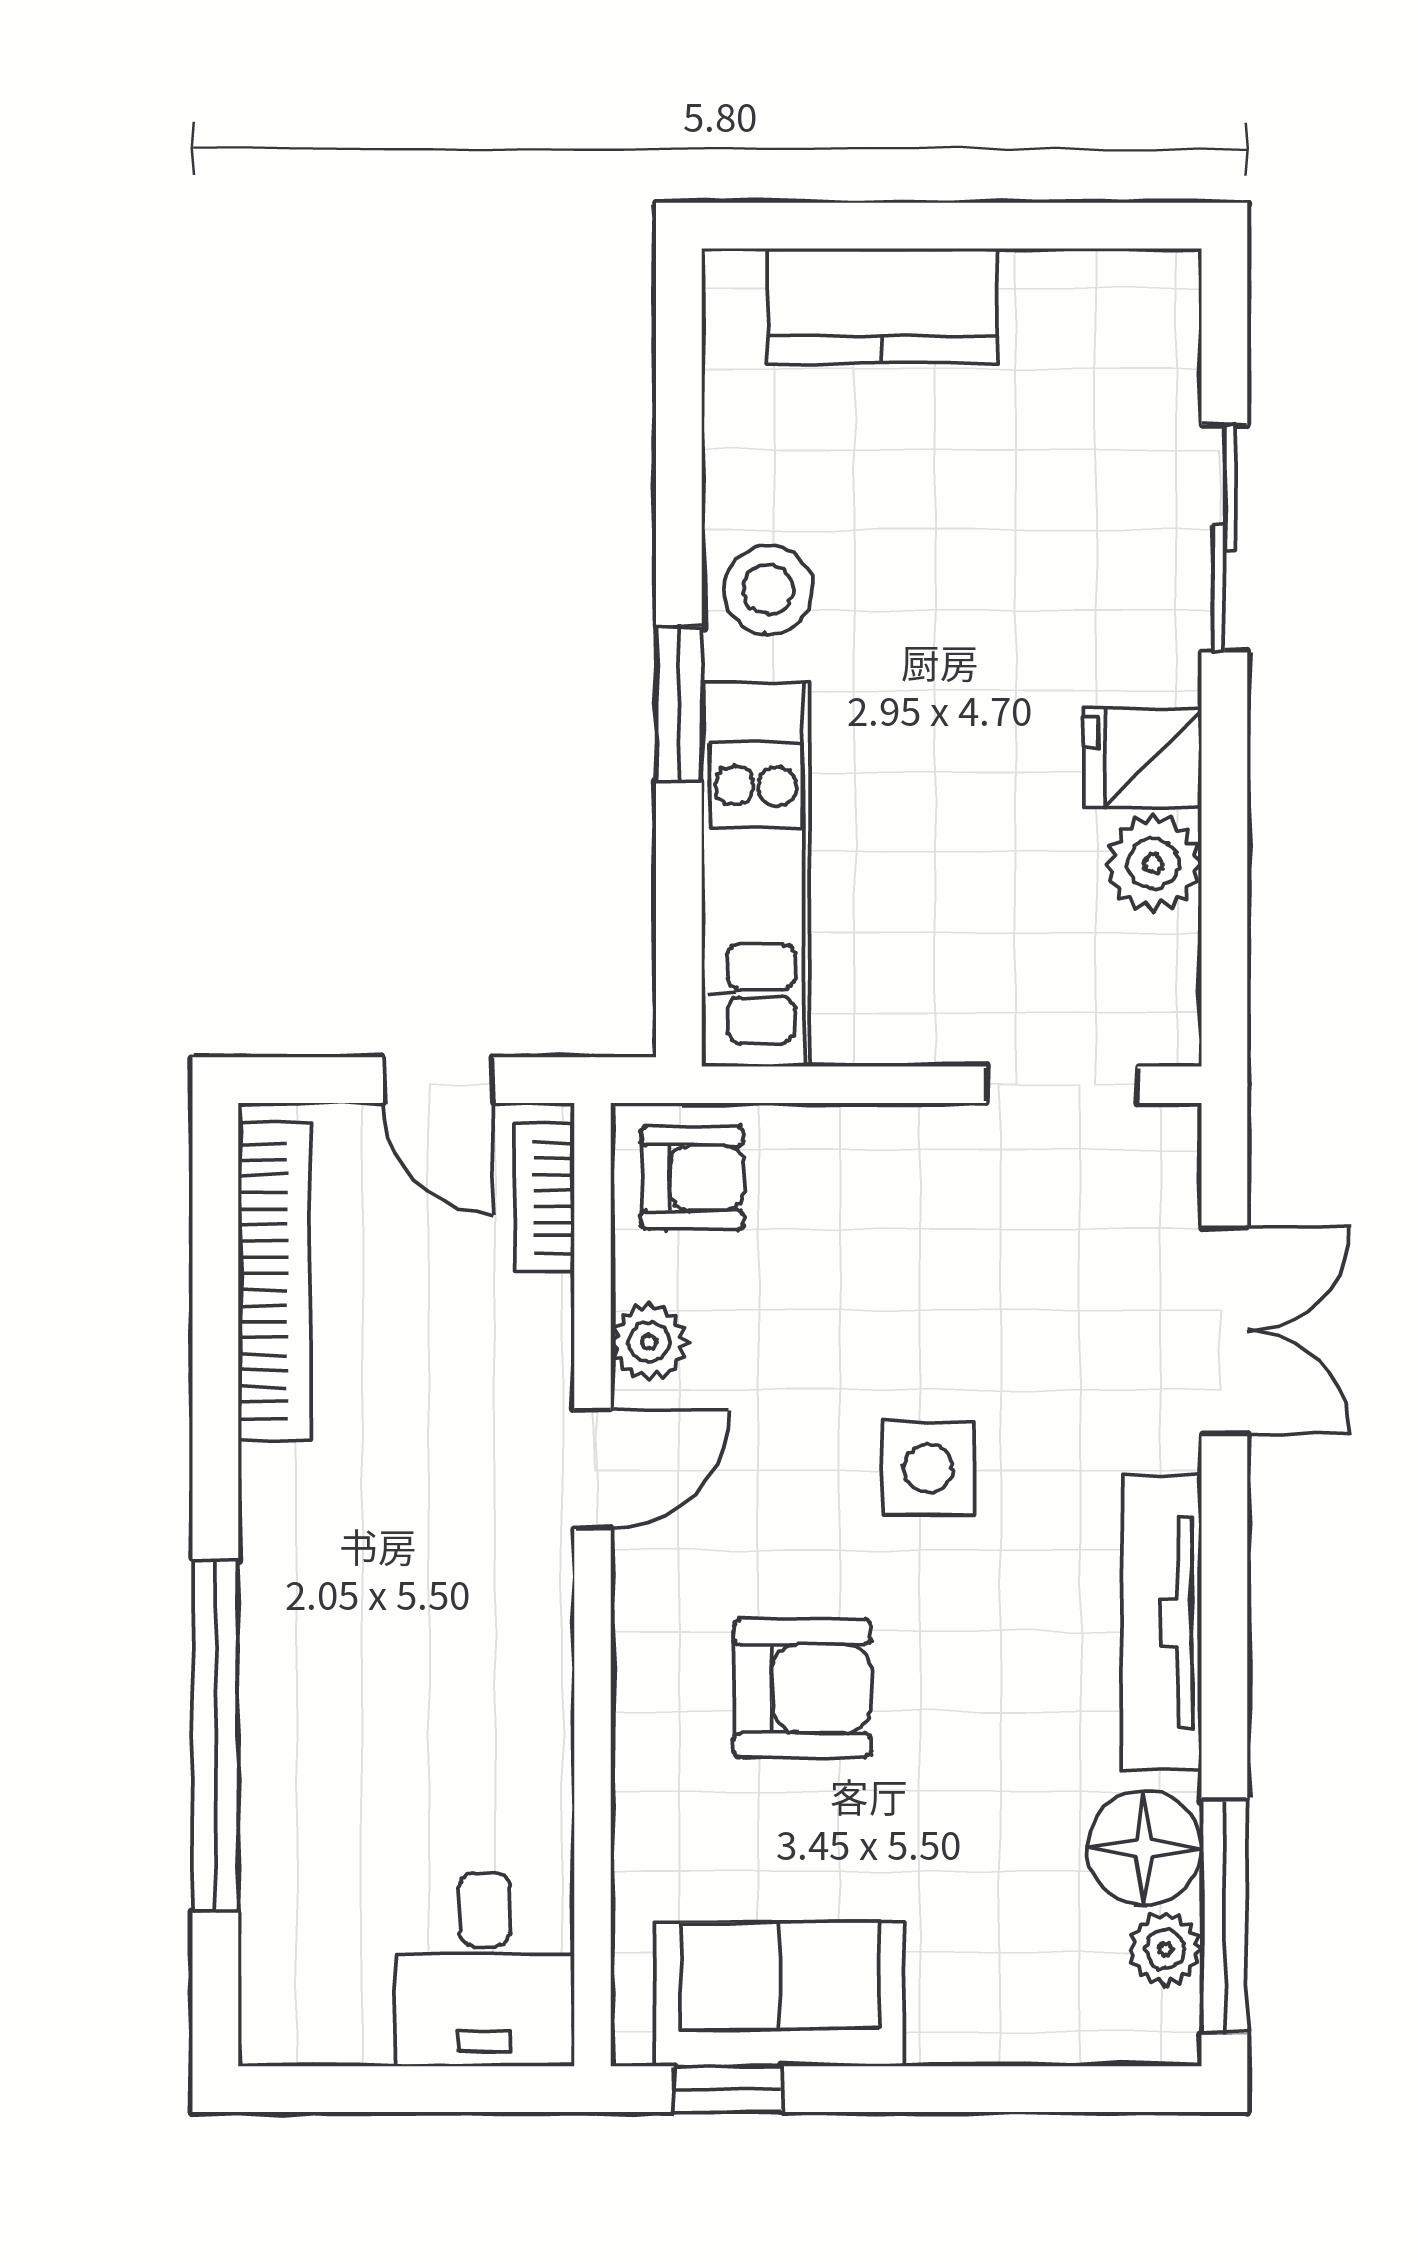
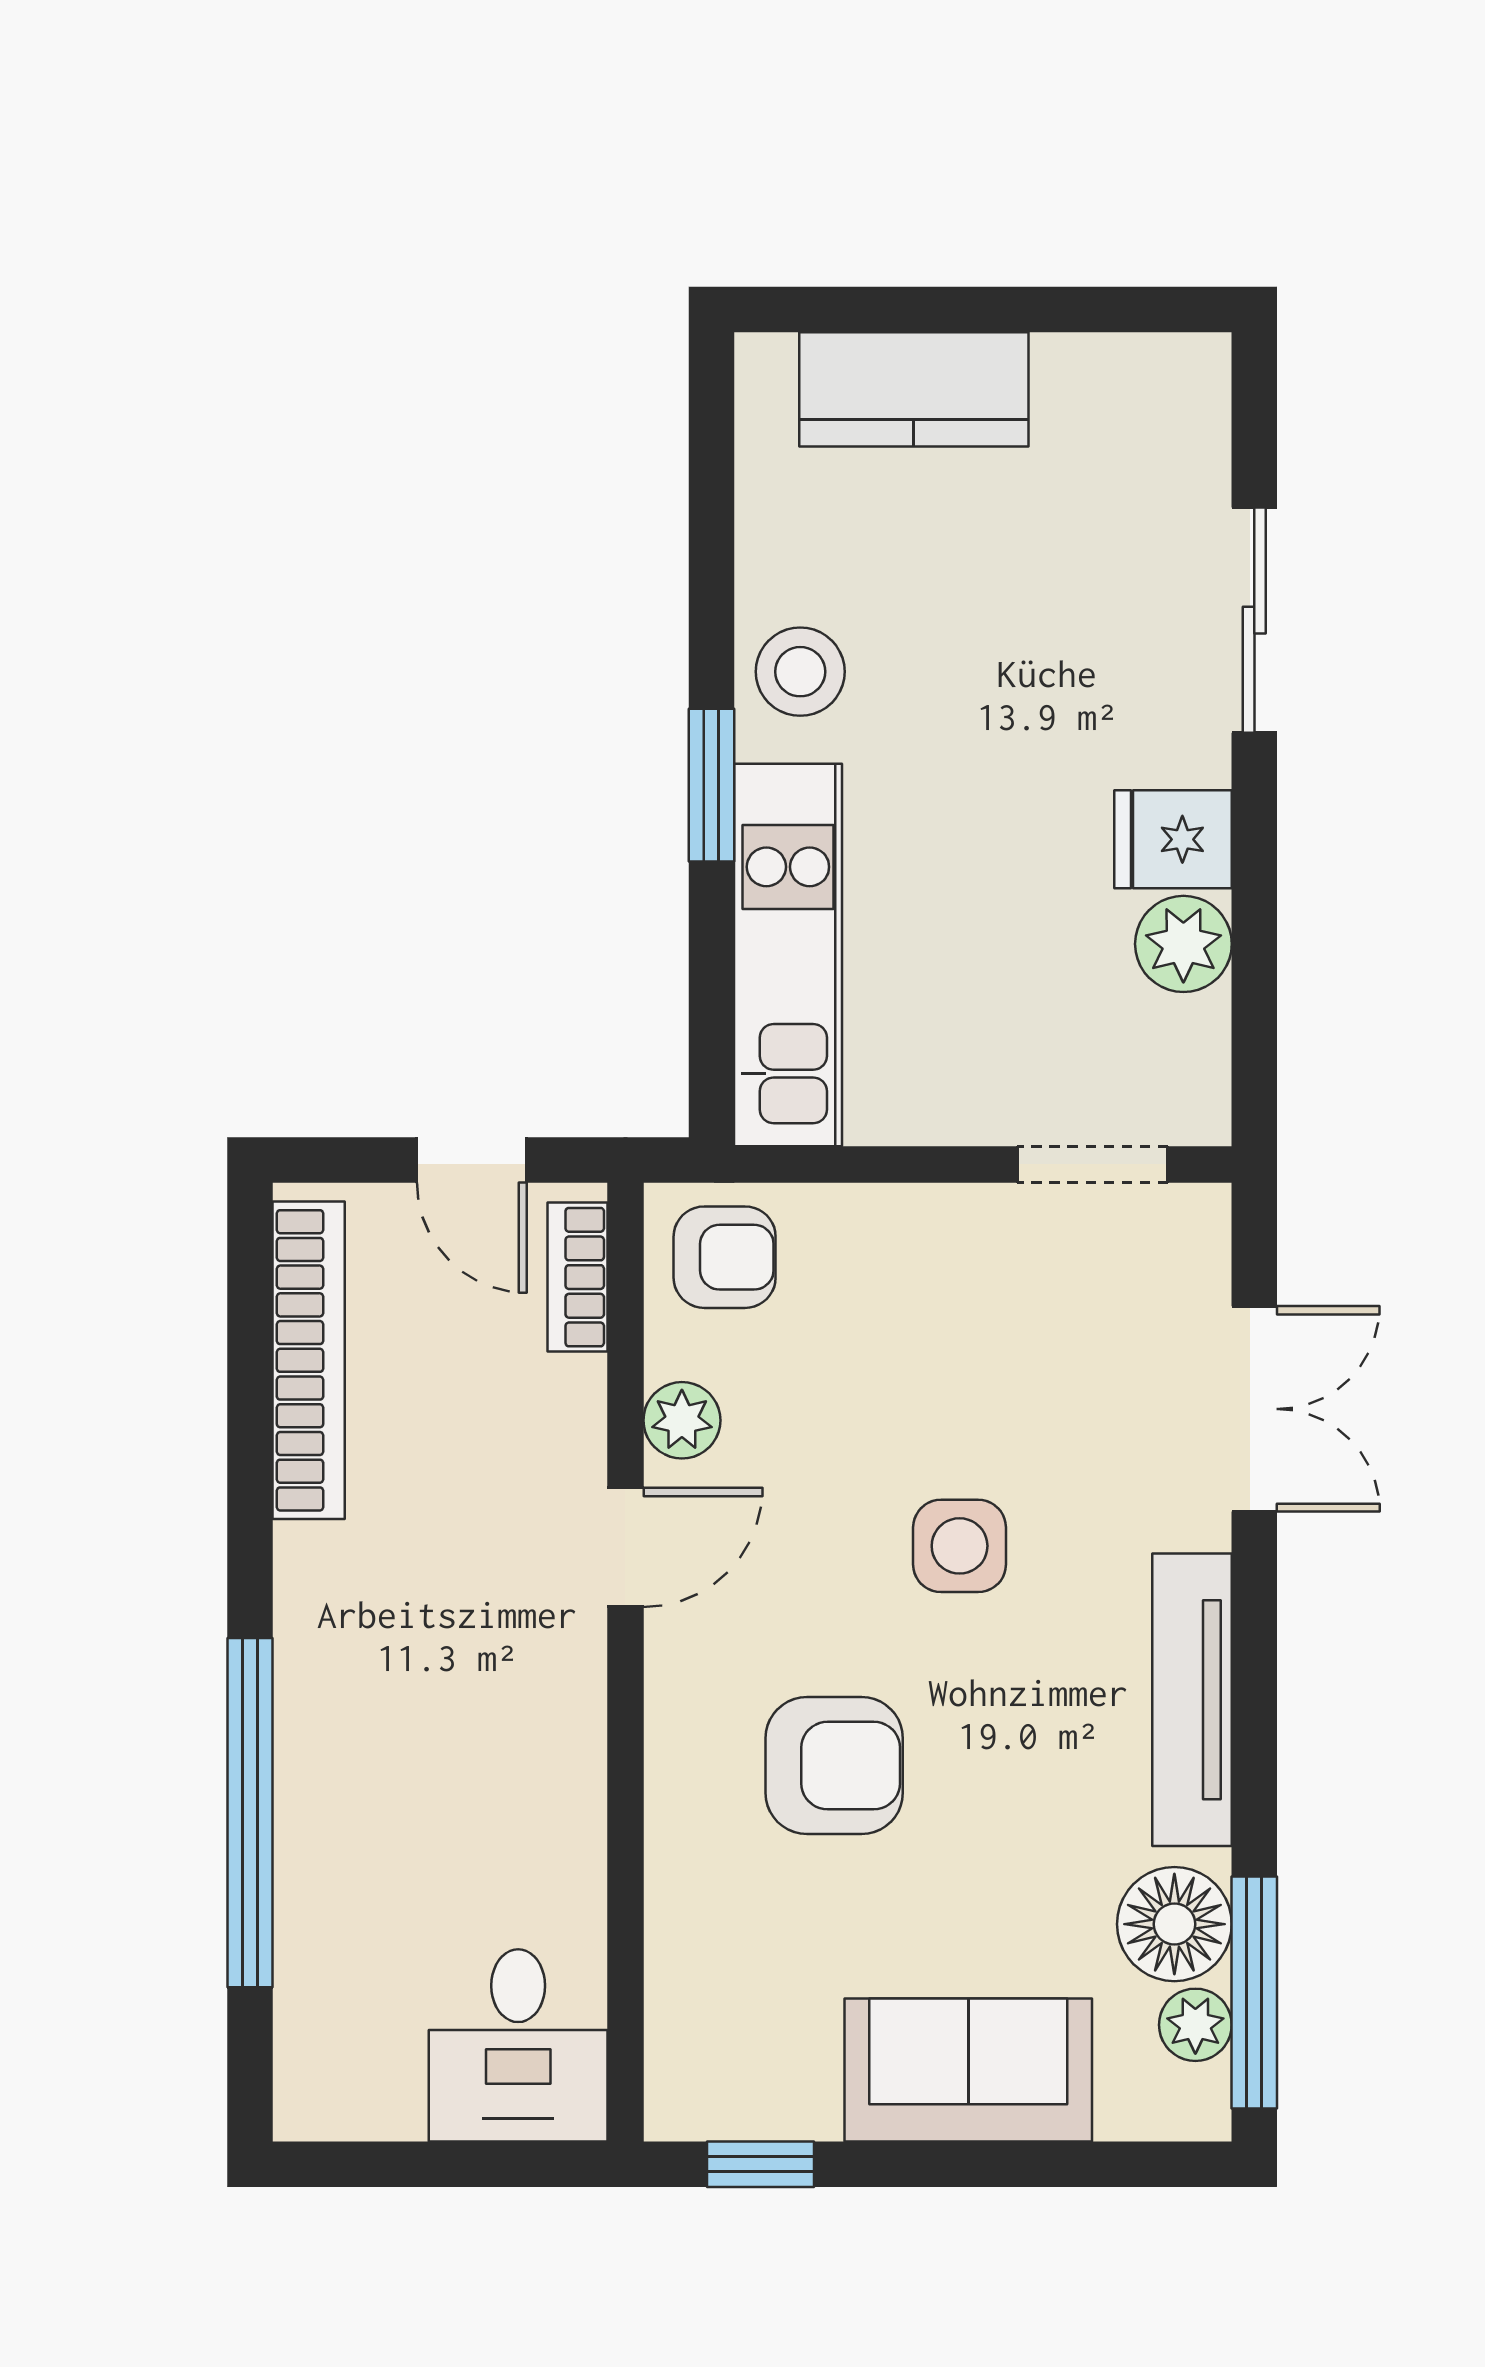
sofa: (780, 1994) -> (968, 2070), moved

